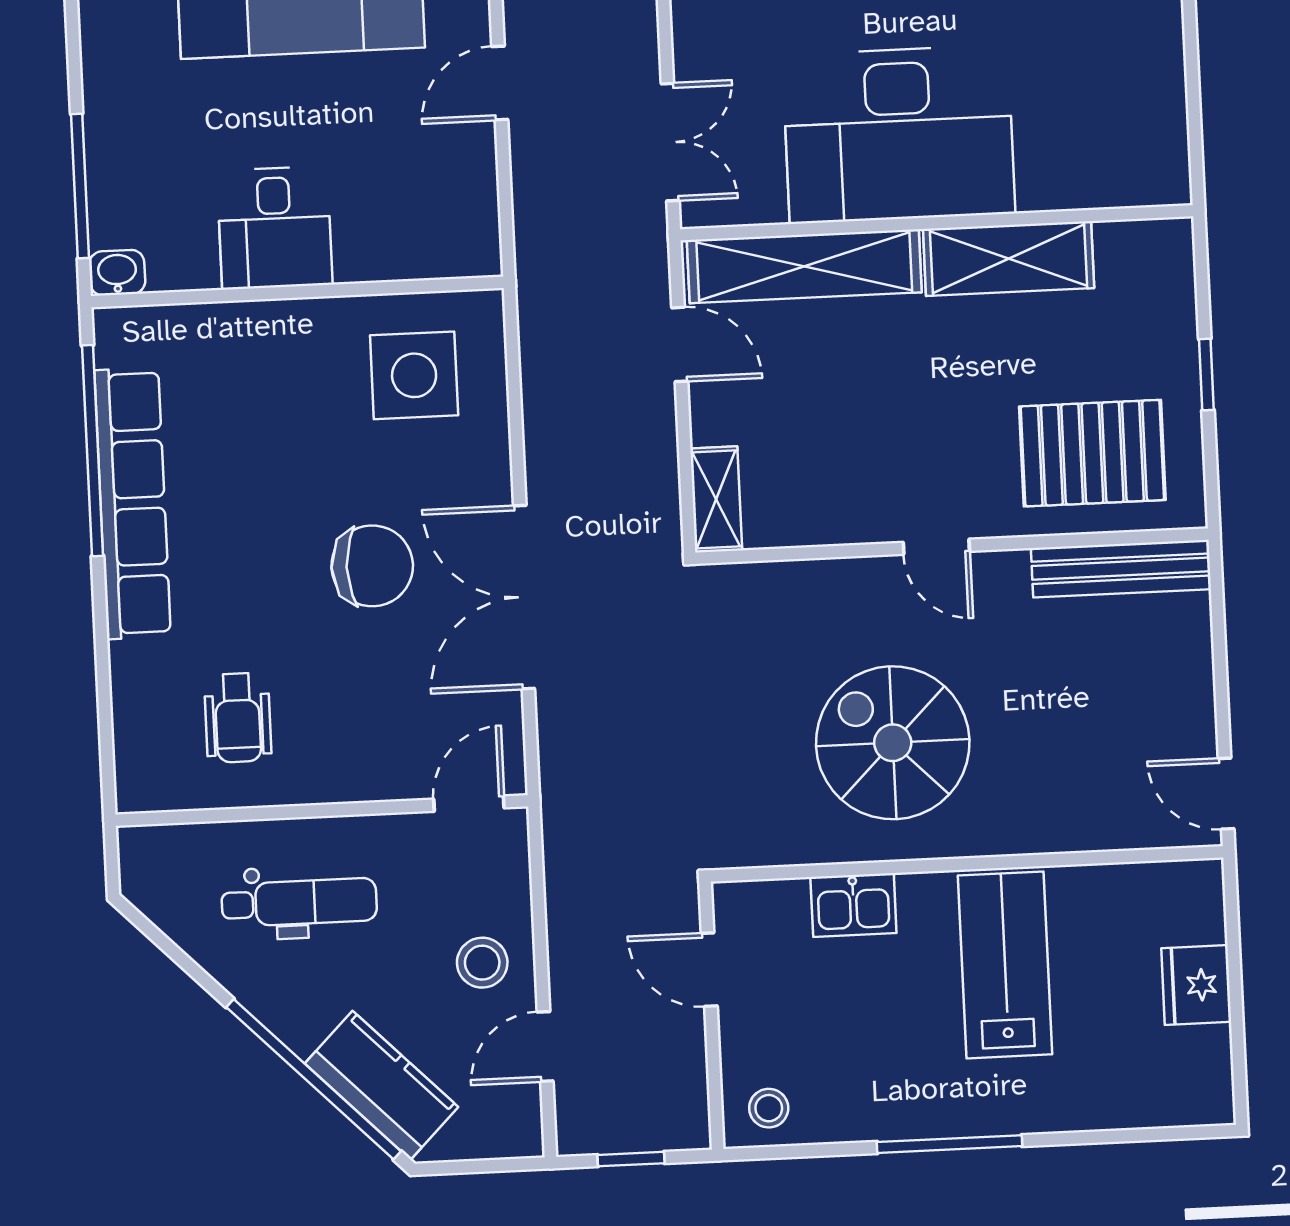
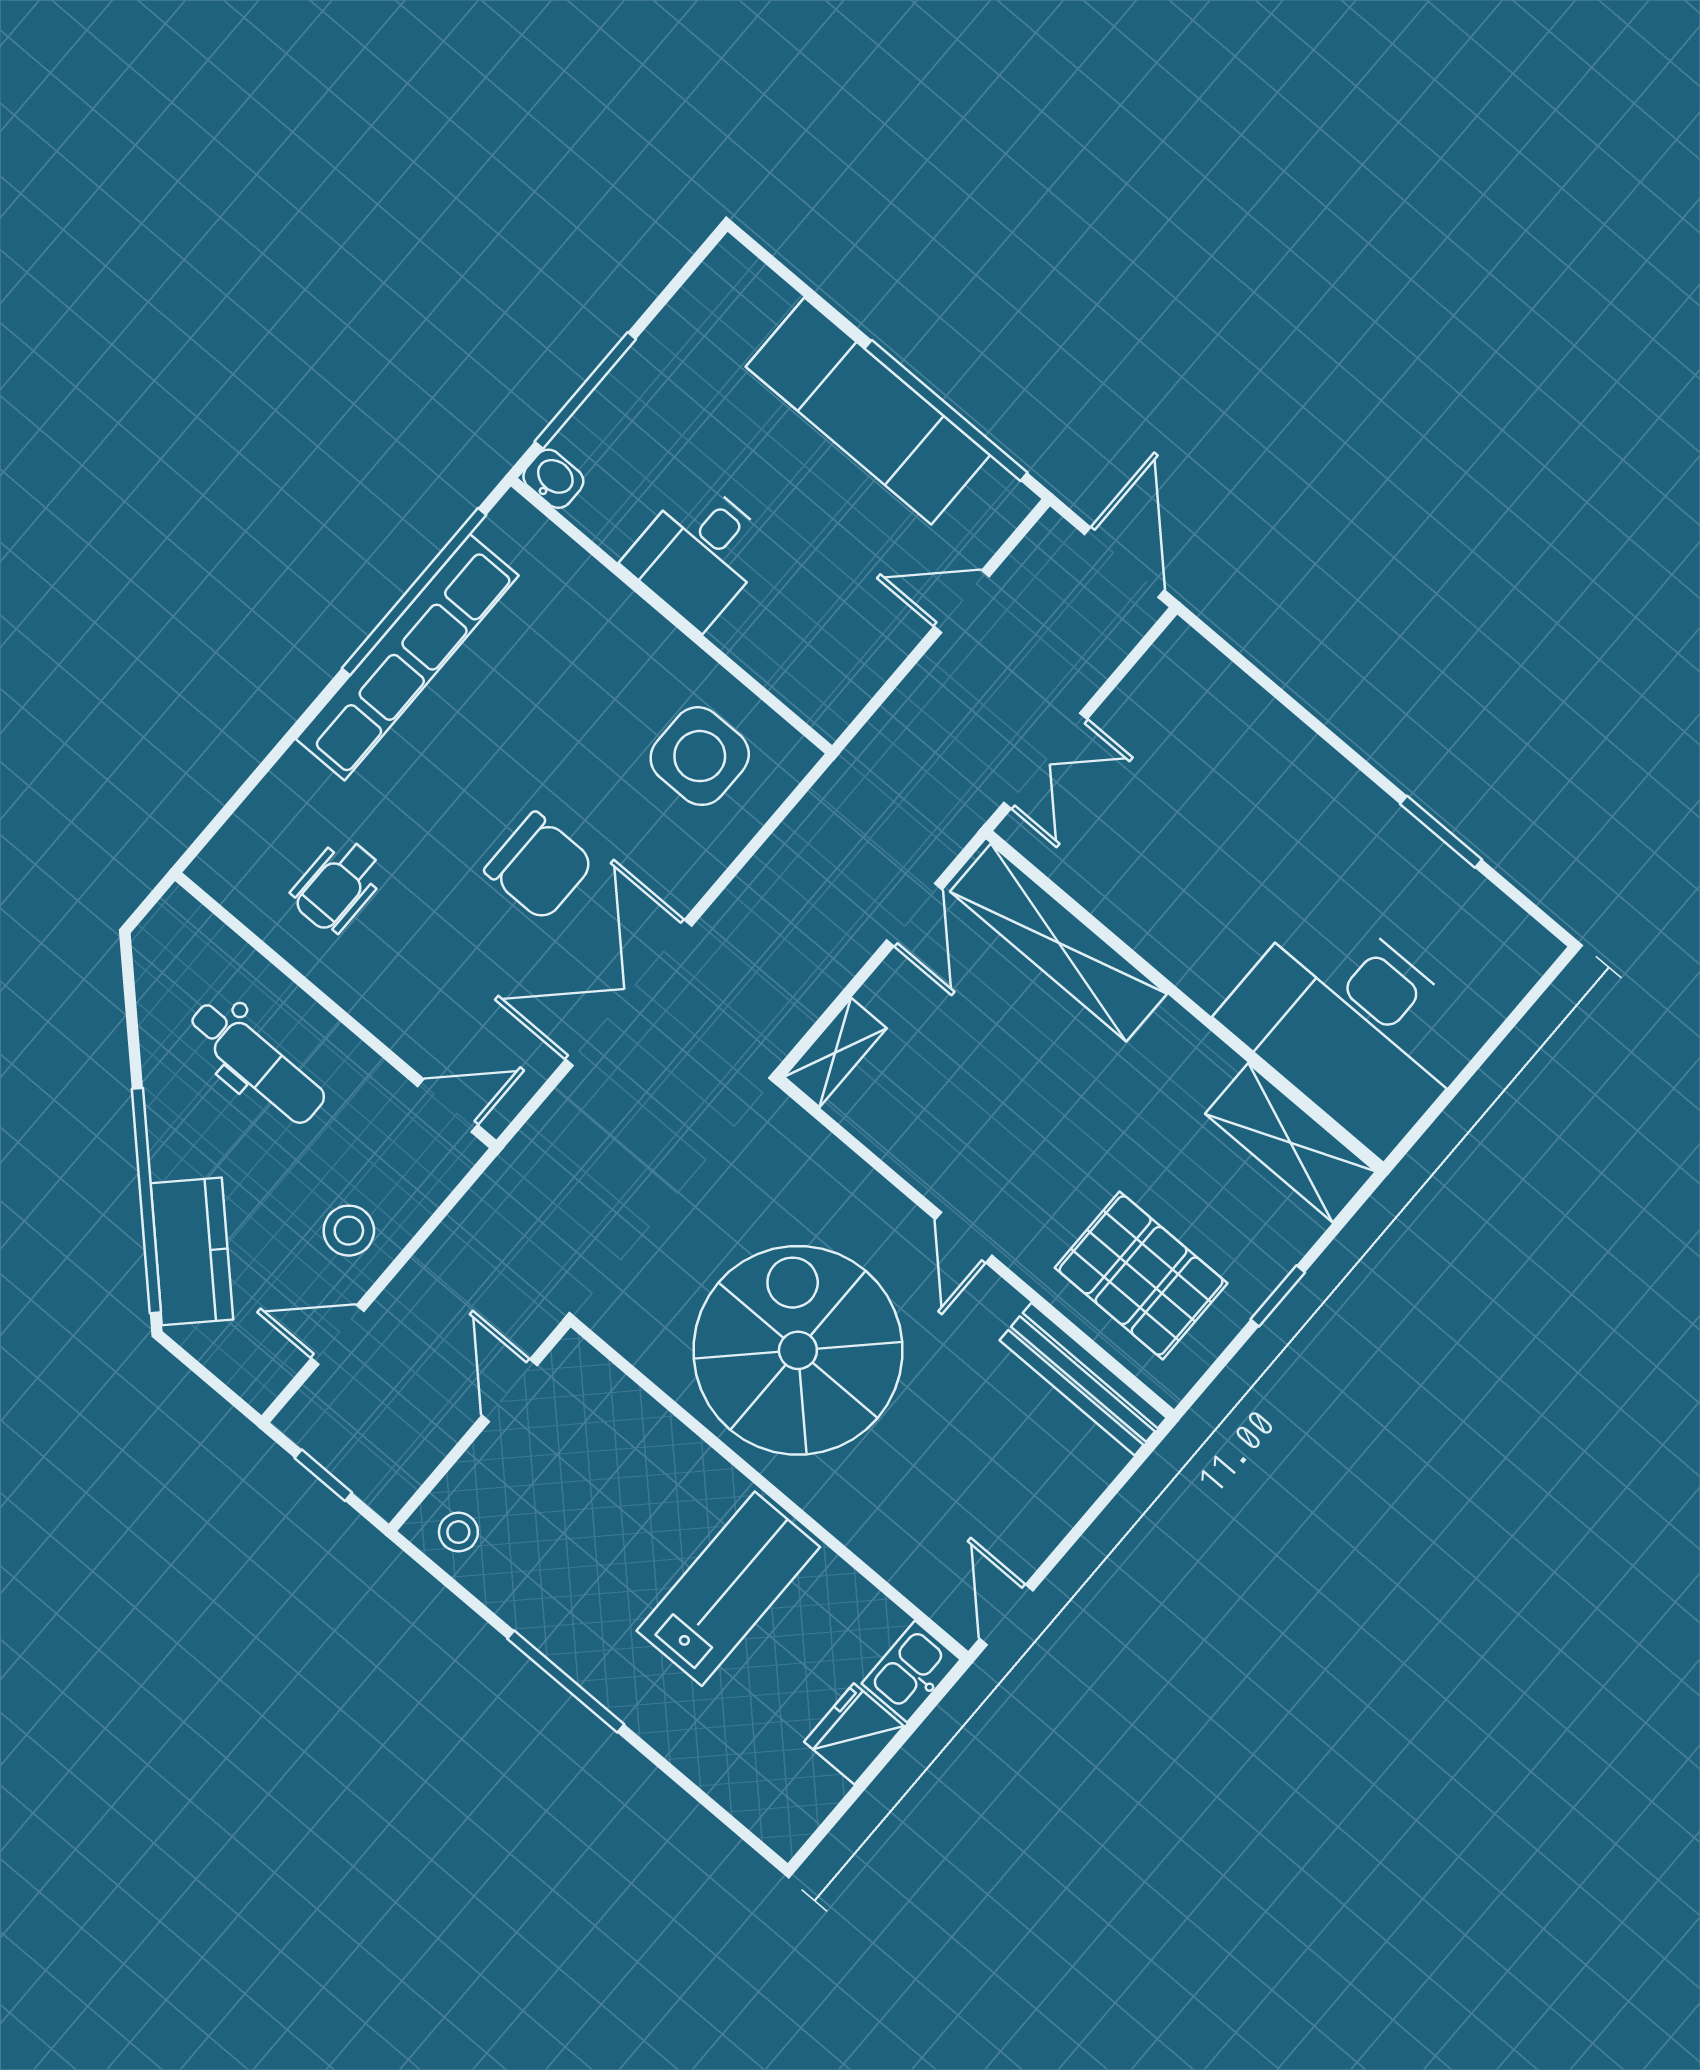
desk: (899, 134) -> (1352, 1026), moved
shelving: (1009, 259) -> (1290, 1143), moved
spiral stairs: (893, 743) -> (798, 1350), width x1.37, depth x1.37
kitchen sink: (853, 905) -> (911, 1672), moved, turned 90

